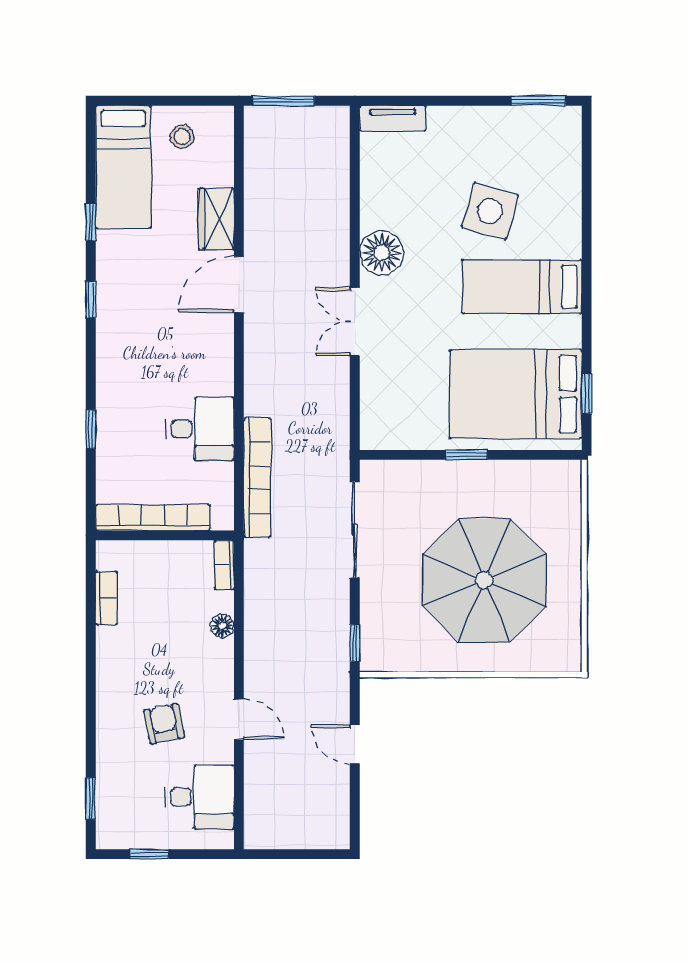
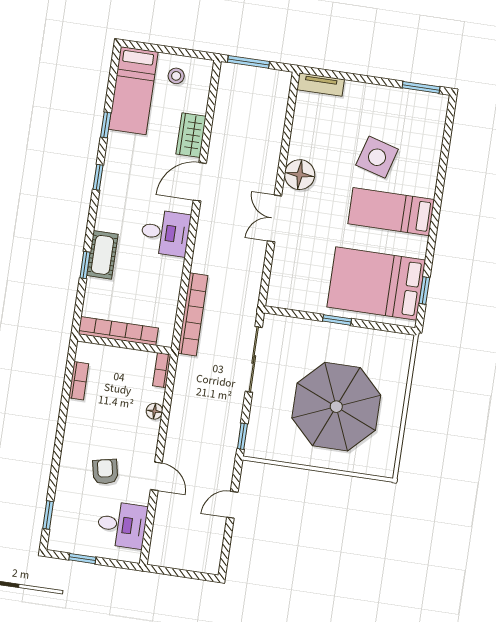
cot: (114, 411) -> (102, 255), added
desk: (200, 429) -> (165, 233), moved
door: (355, 744) -> (232, 505), hinge flipped

